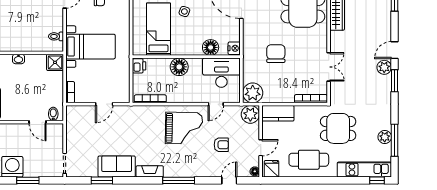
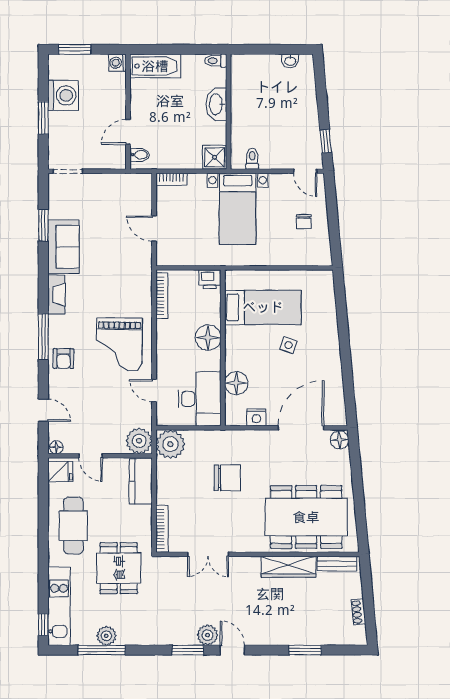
nightstand: (234, 48) -> (256, 417), moved
washbasin: (18, 59) -> (216, 104), width x1.91, depth x1.45
armchair: (221, 145) -> (63, 359), moved

